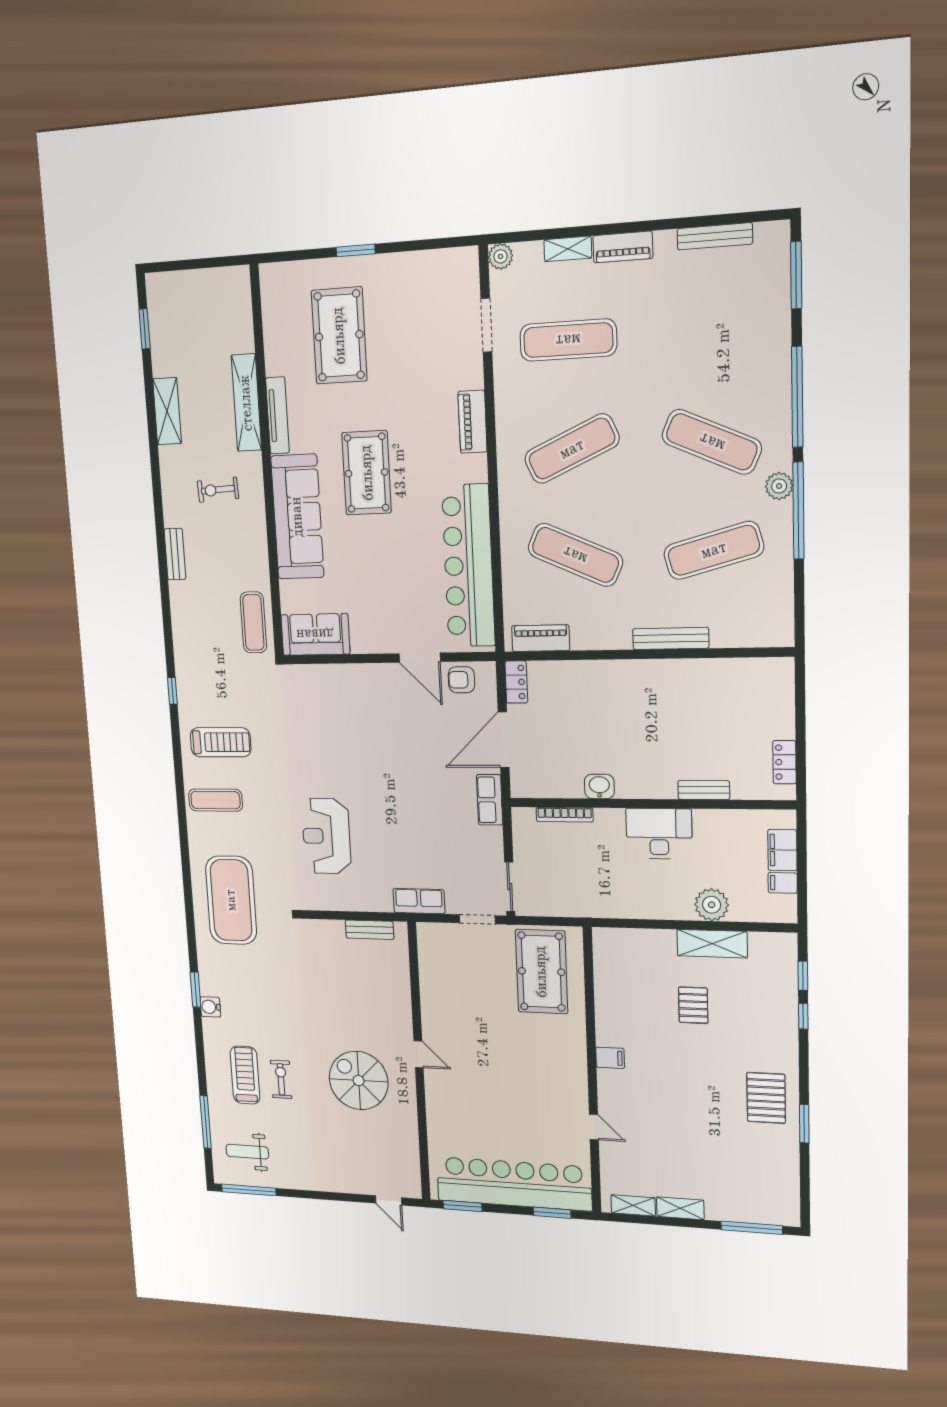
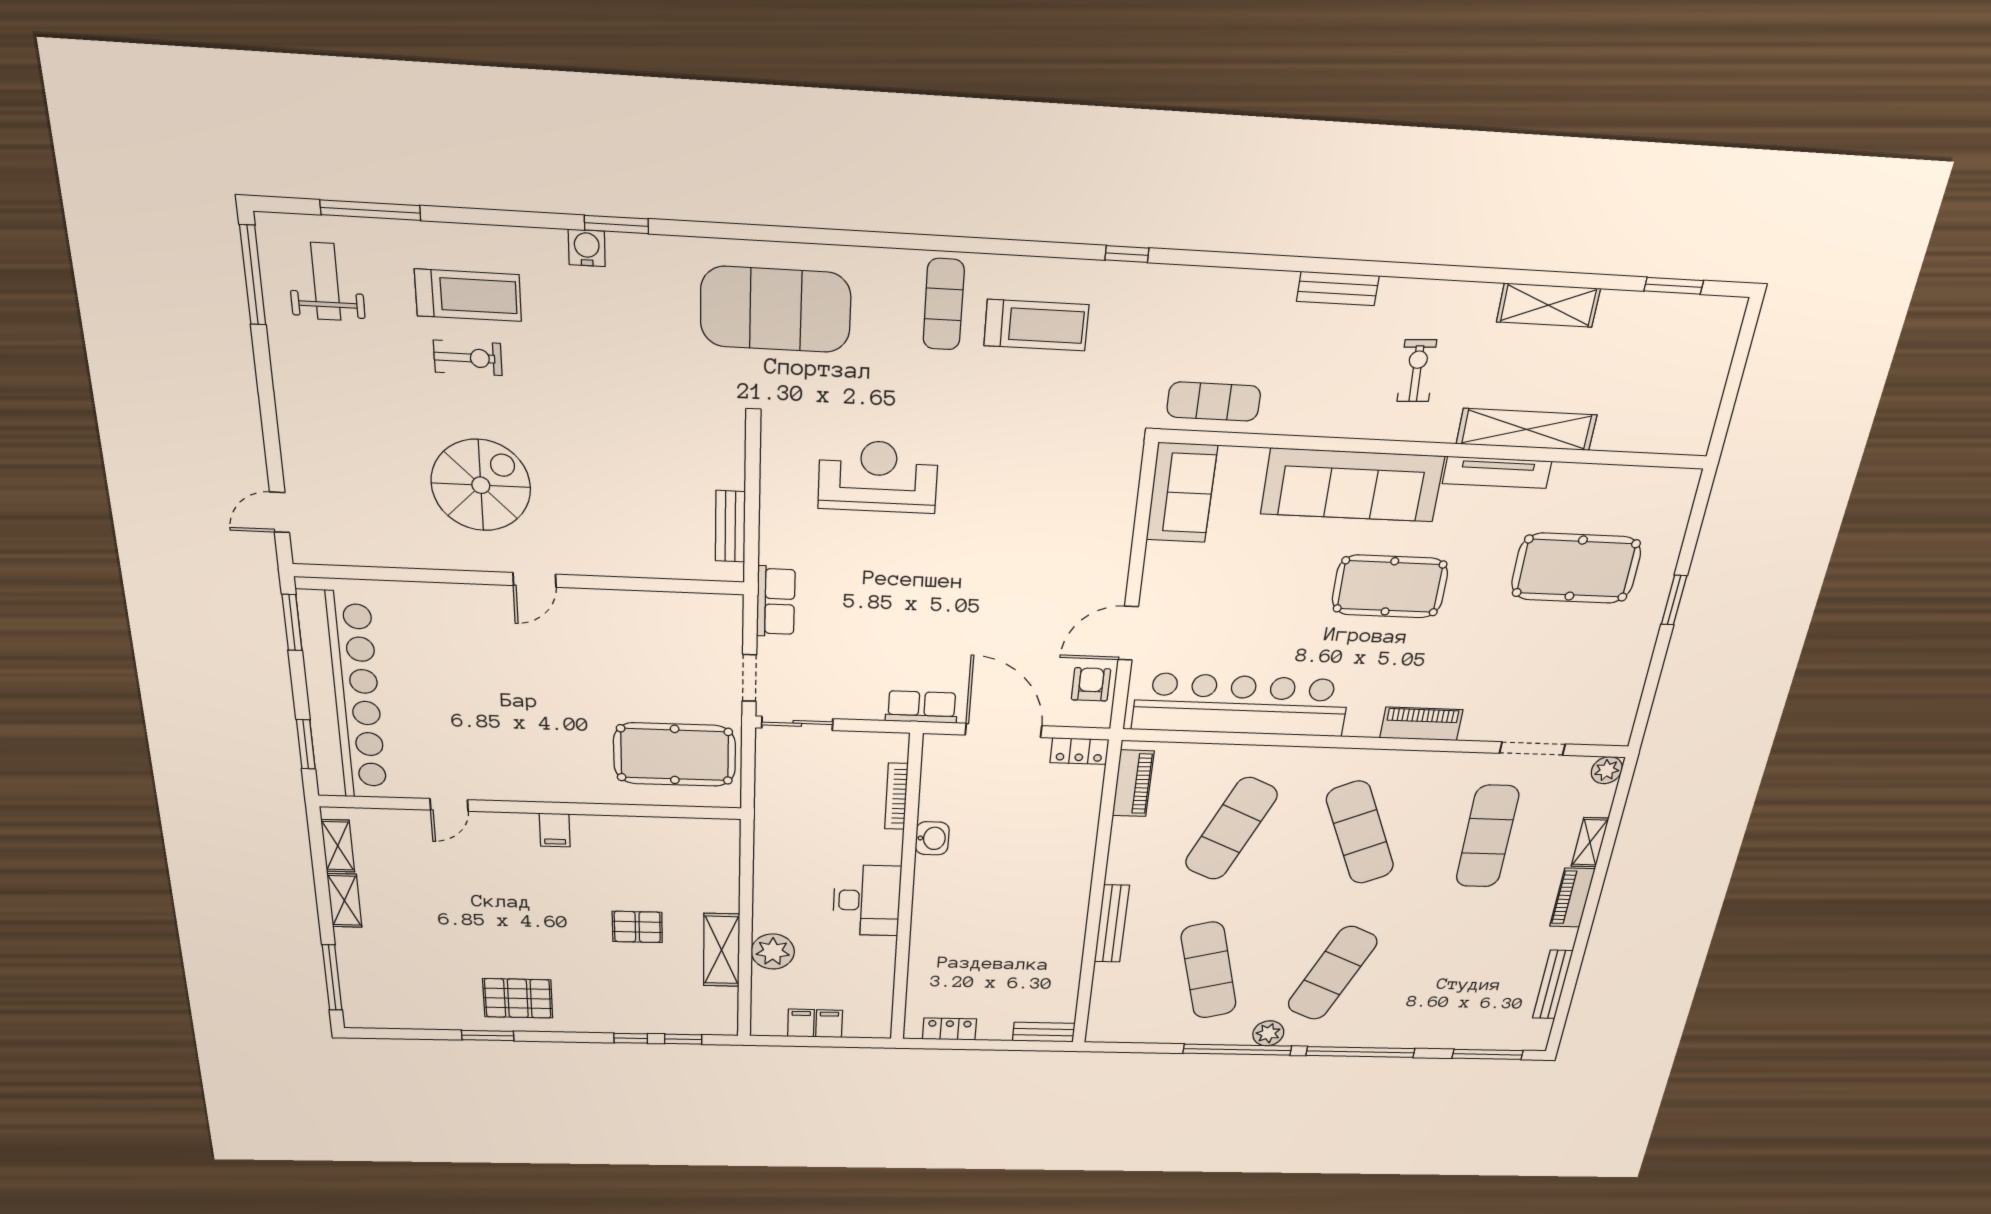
treadmill: (221, 742) -> (1036, 325), turned -90
bench: (704, 790) -> (1044, 1032), moved, turned 90
filing cabinet: (782, 850) -> (829, 1024), width x0.50

